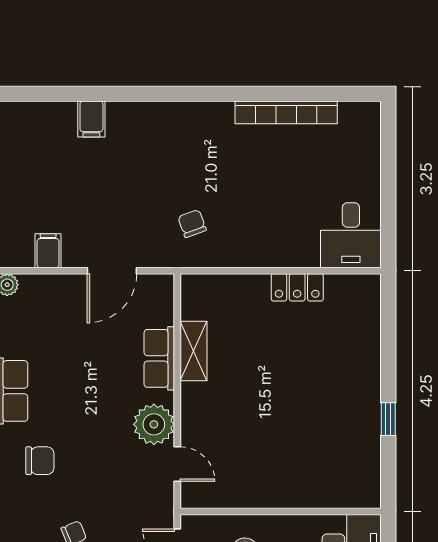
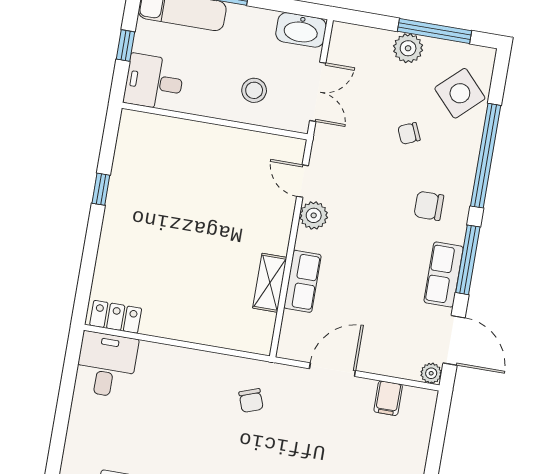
locker: (297, 287) -> (116, 317), moved
plant: (154, 424) -> (314, 215), width x0.73, depth x0.73

